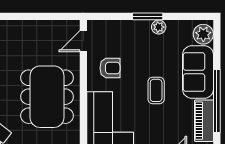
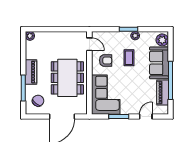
door: (83, 41) -> (89, 44), swing flipped
coffee table: (156, 90) -> (129, 58), moved

